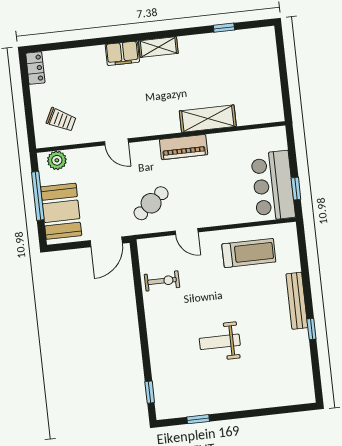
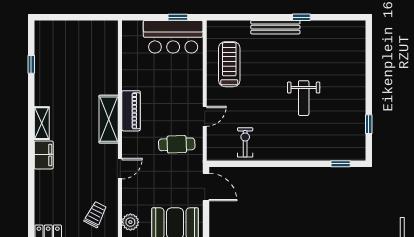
shelving: (208, 119) -> (109, 119), moved
cafe table: (151, 203) -> (177, 144), turned -54

